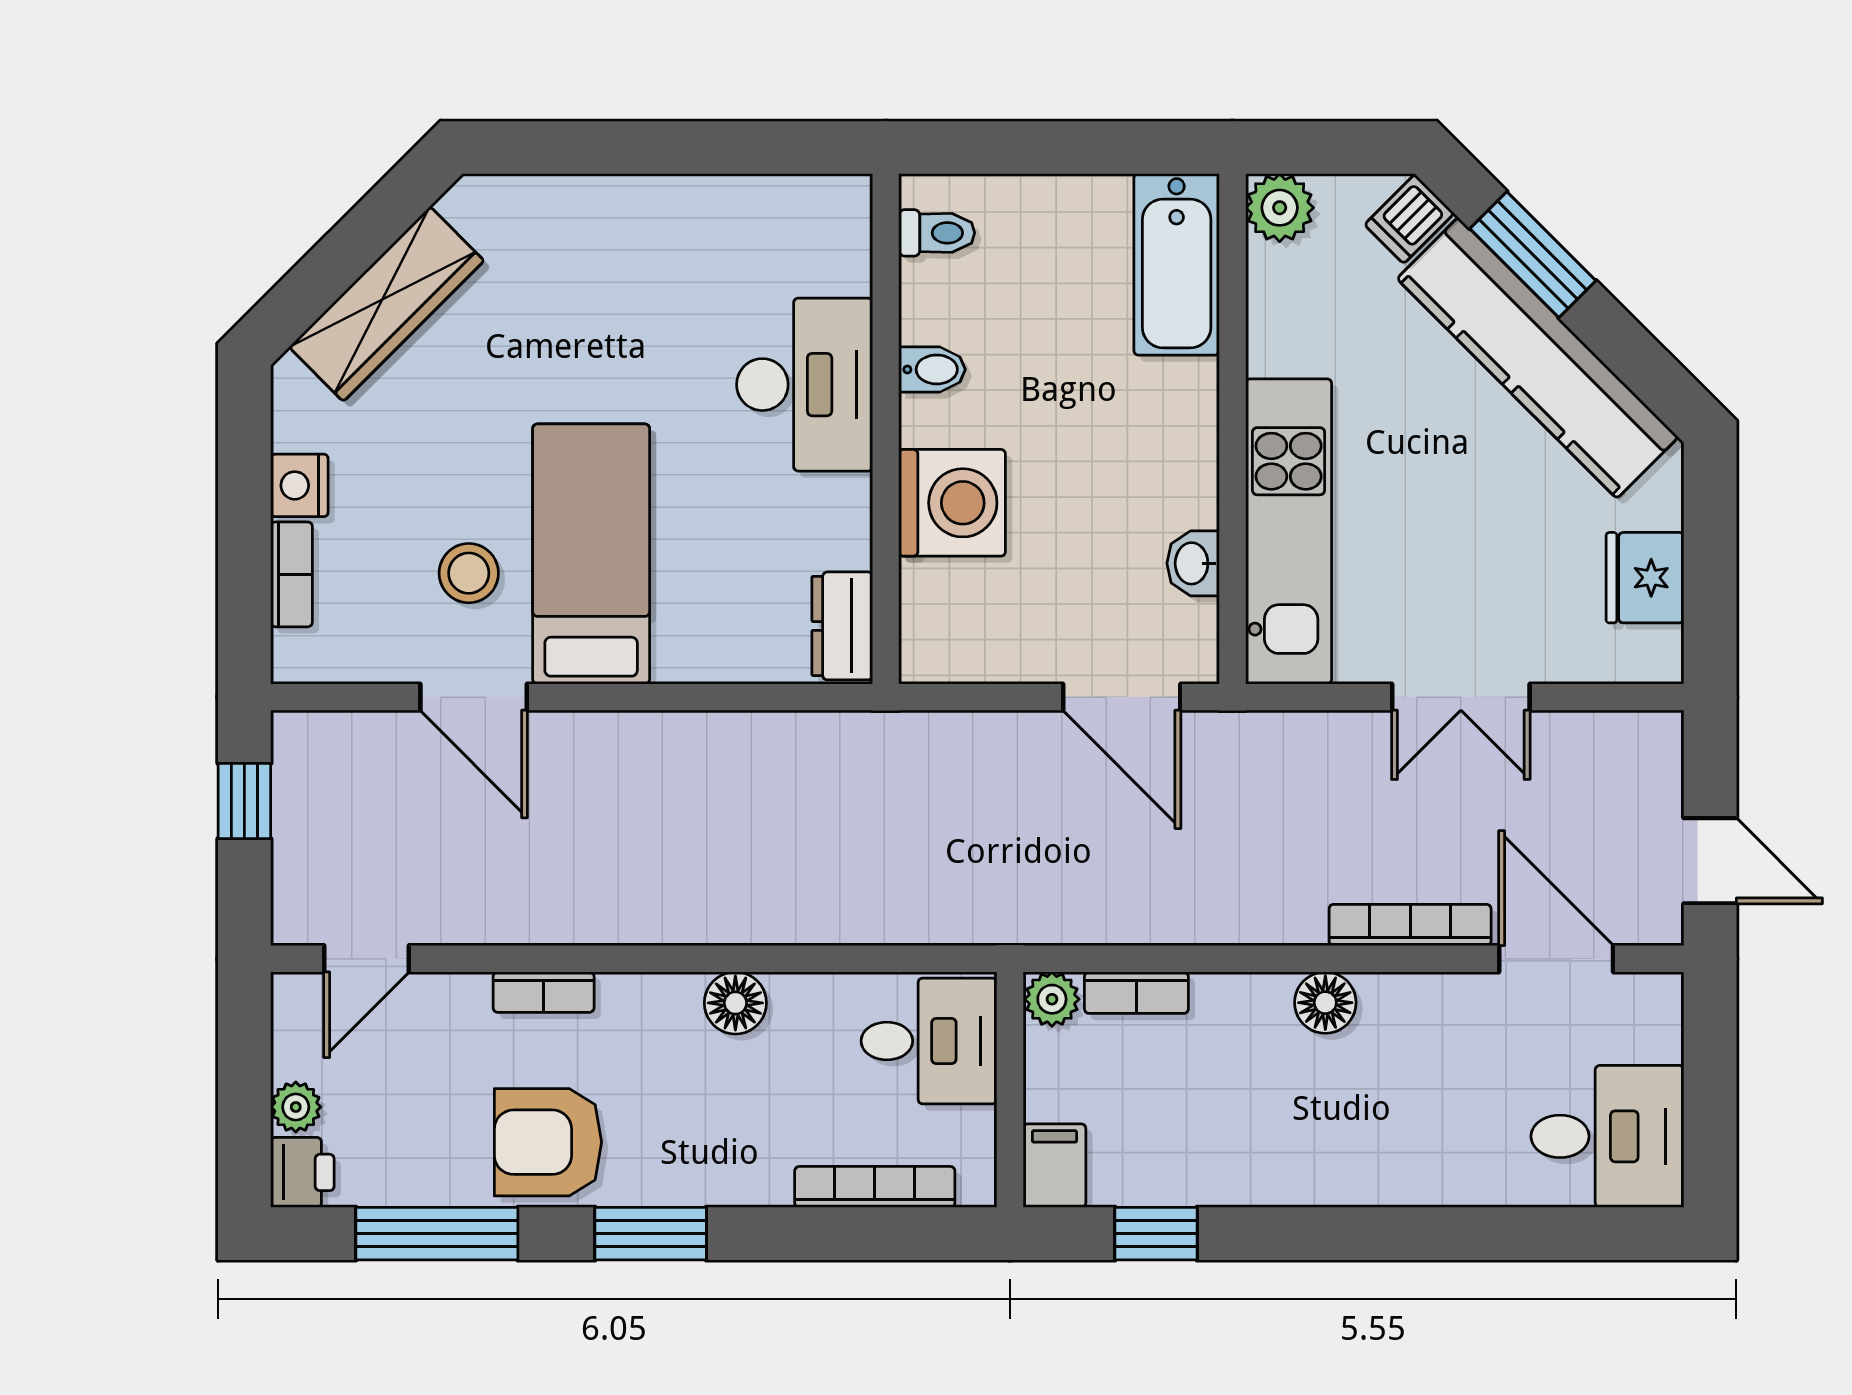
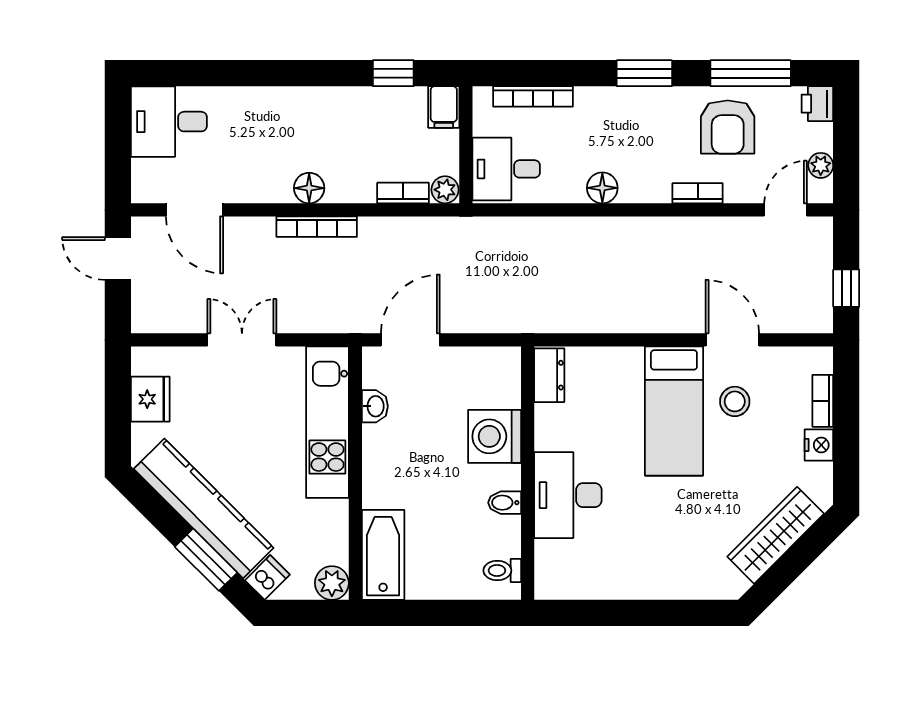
door: (1122, 697) -> (410, 340), hinge flipped
bookcase: (1410, 925) -> (317, 227), moved
plant: (296, 1107) -> (821, 165), moved
armchair: (548, 1142) -> (728, 127), moved, turned 90

